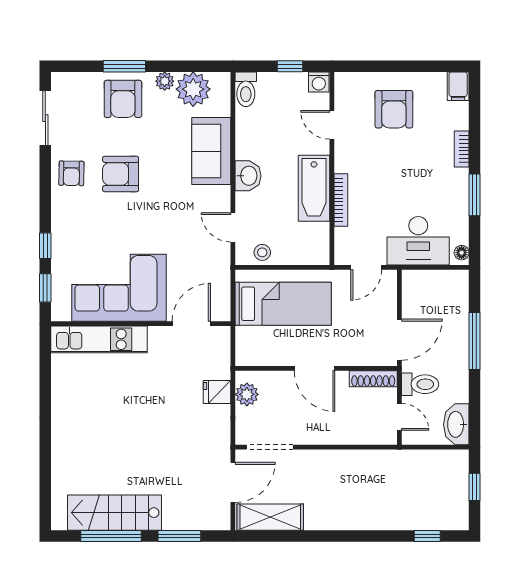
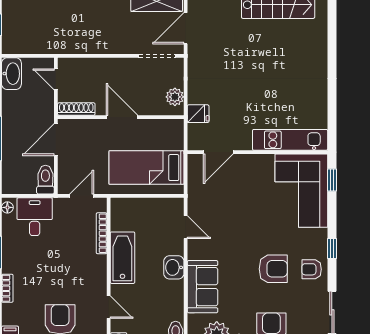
armchair: (71, 173) -> (312, 269), turned -91
bookcase: (341, 200) -> (102, 233), moved
desk: (418, 241) -> (35, 217), width x0.73
window: (45, 246) -> (332, 249), moved
stool: (262, 252) -> (163, 208), removed
corner sofa: (119, 288) -> (301, 191), moved, turned 90
toilet: (420, 384) -> (45, 180), moved, turned 90
fridge: (217, 392) -> (198, 114), moved

